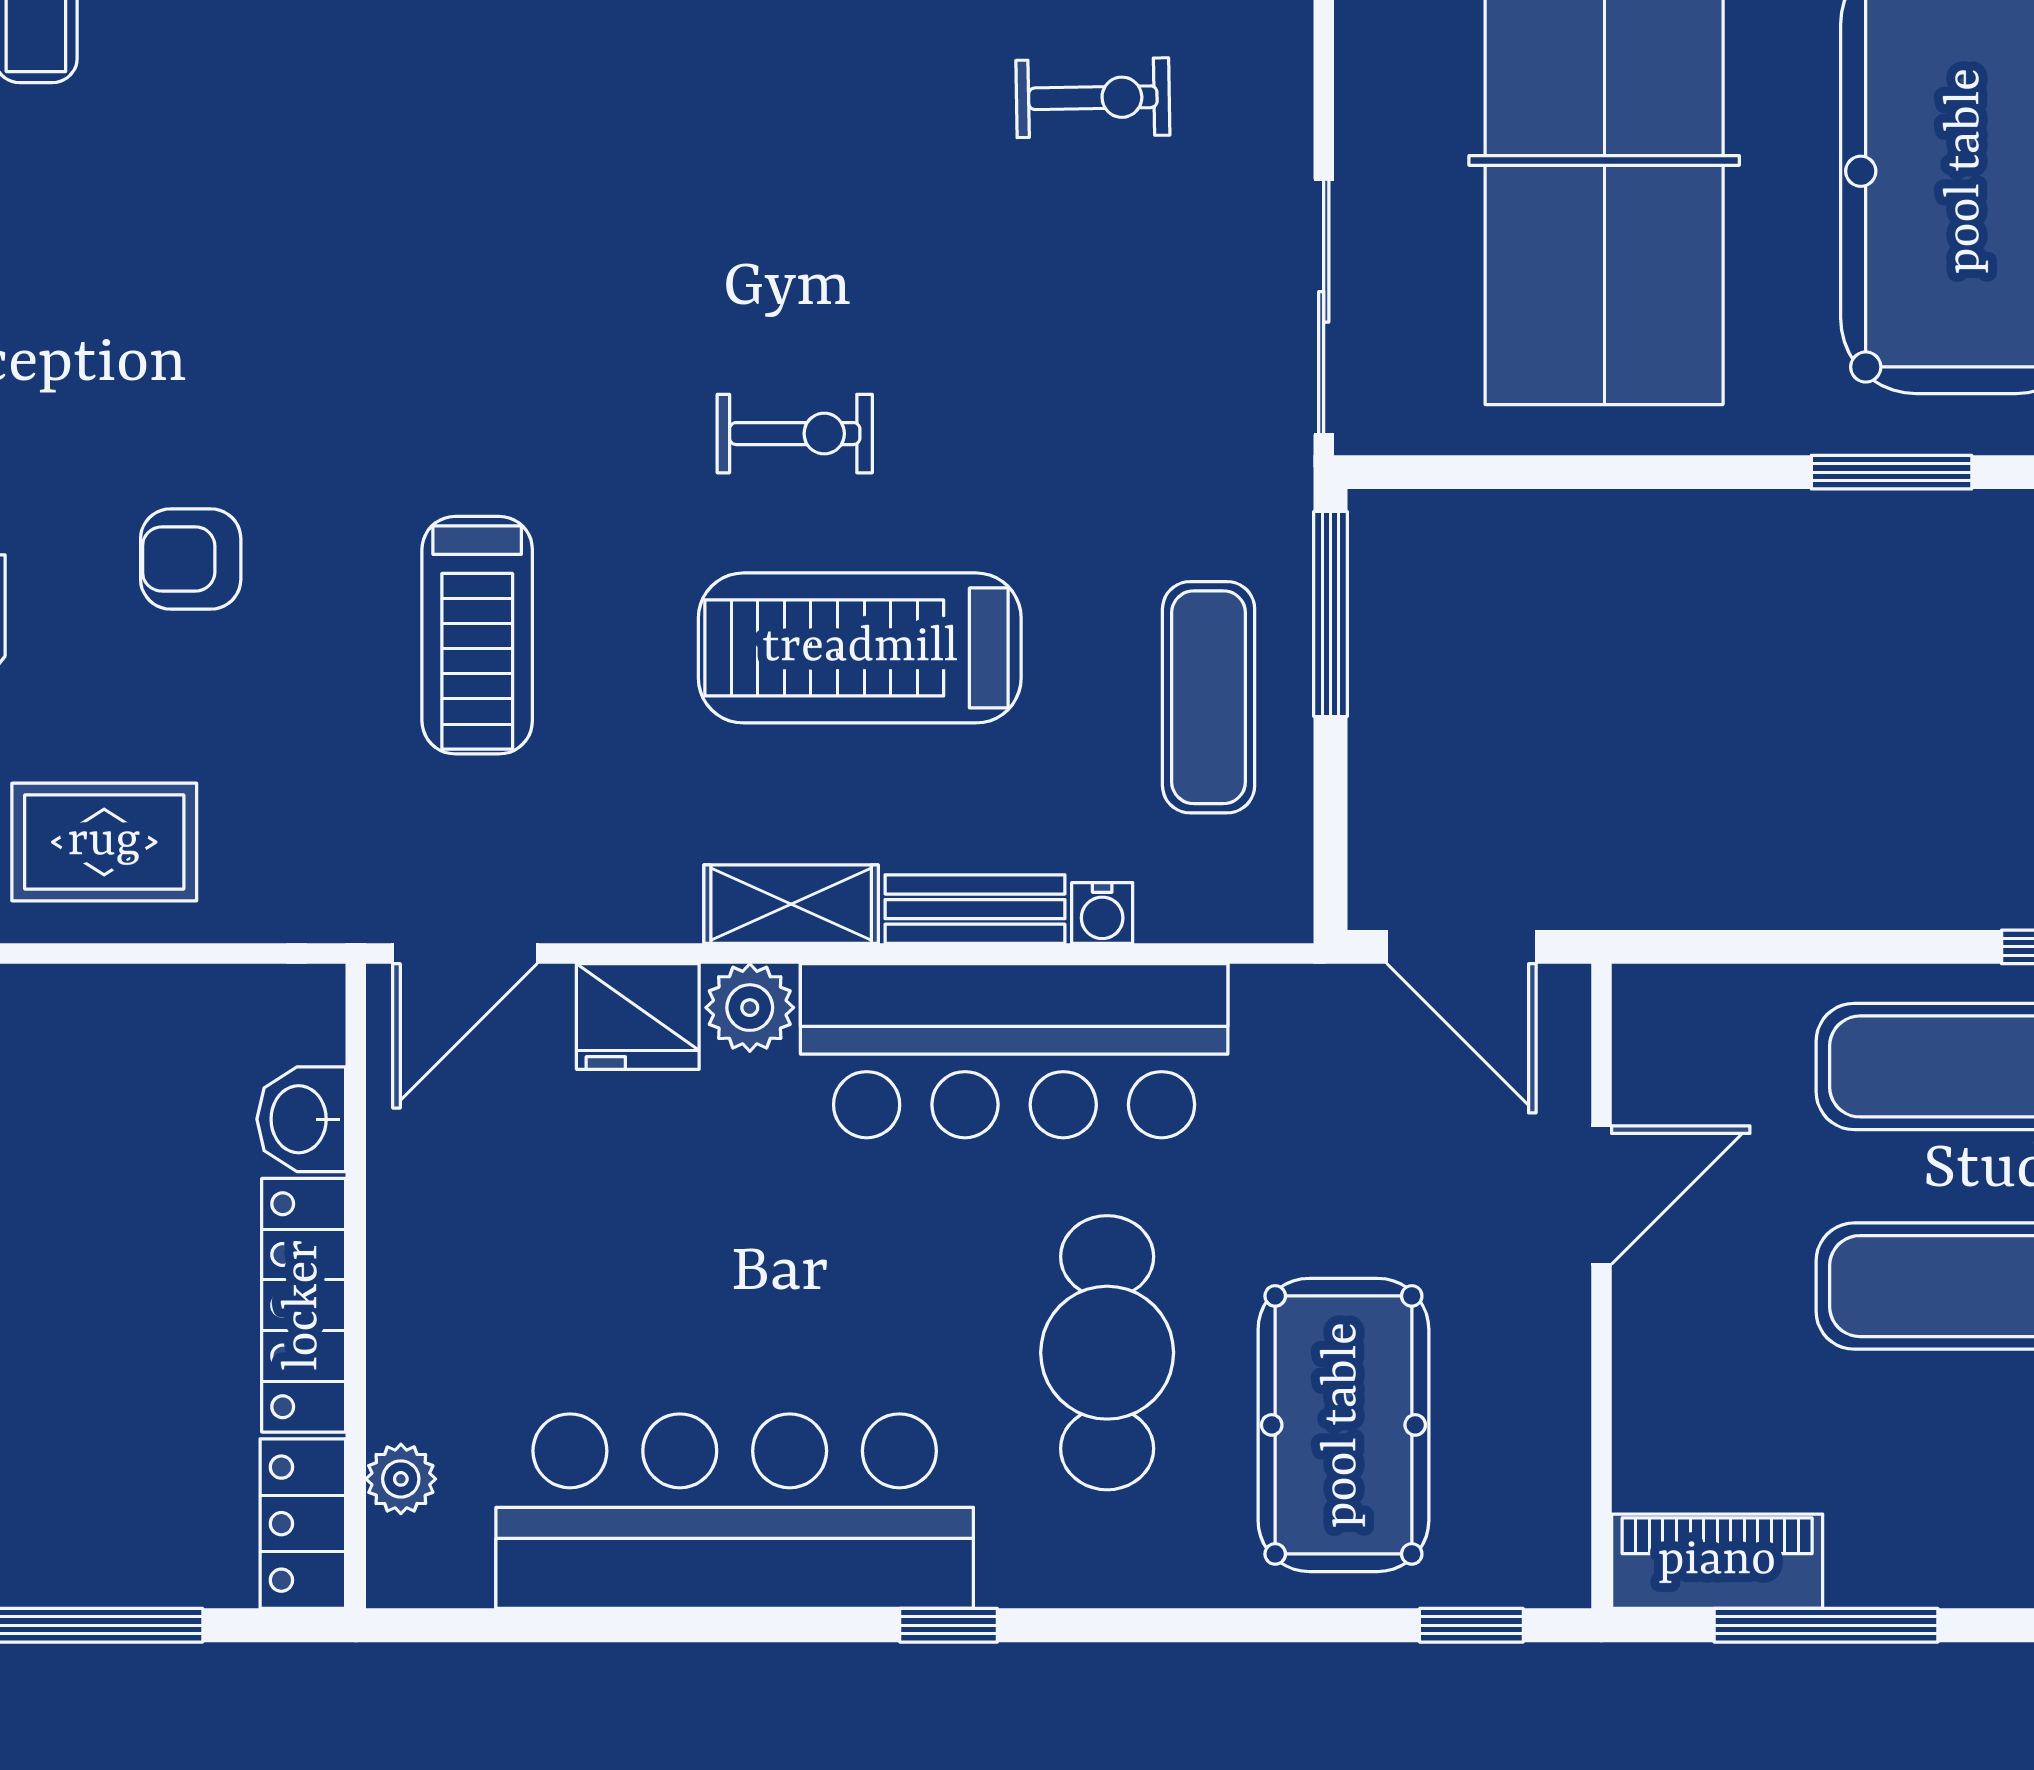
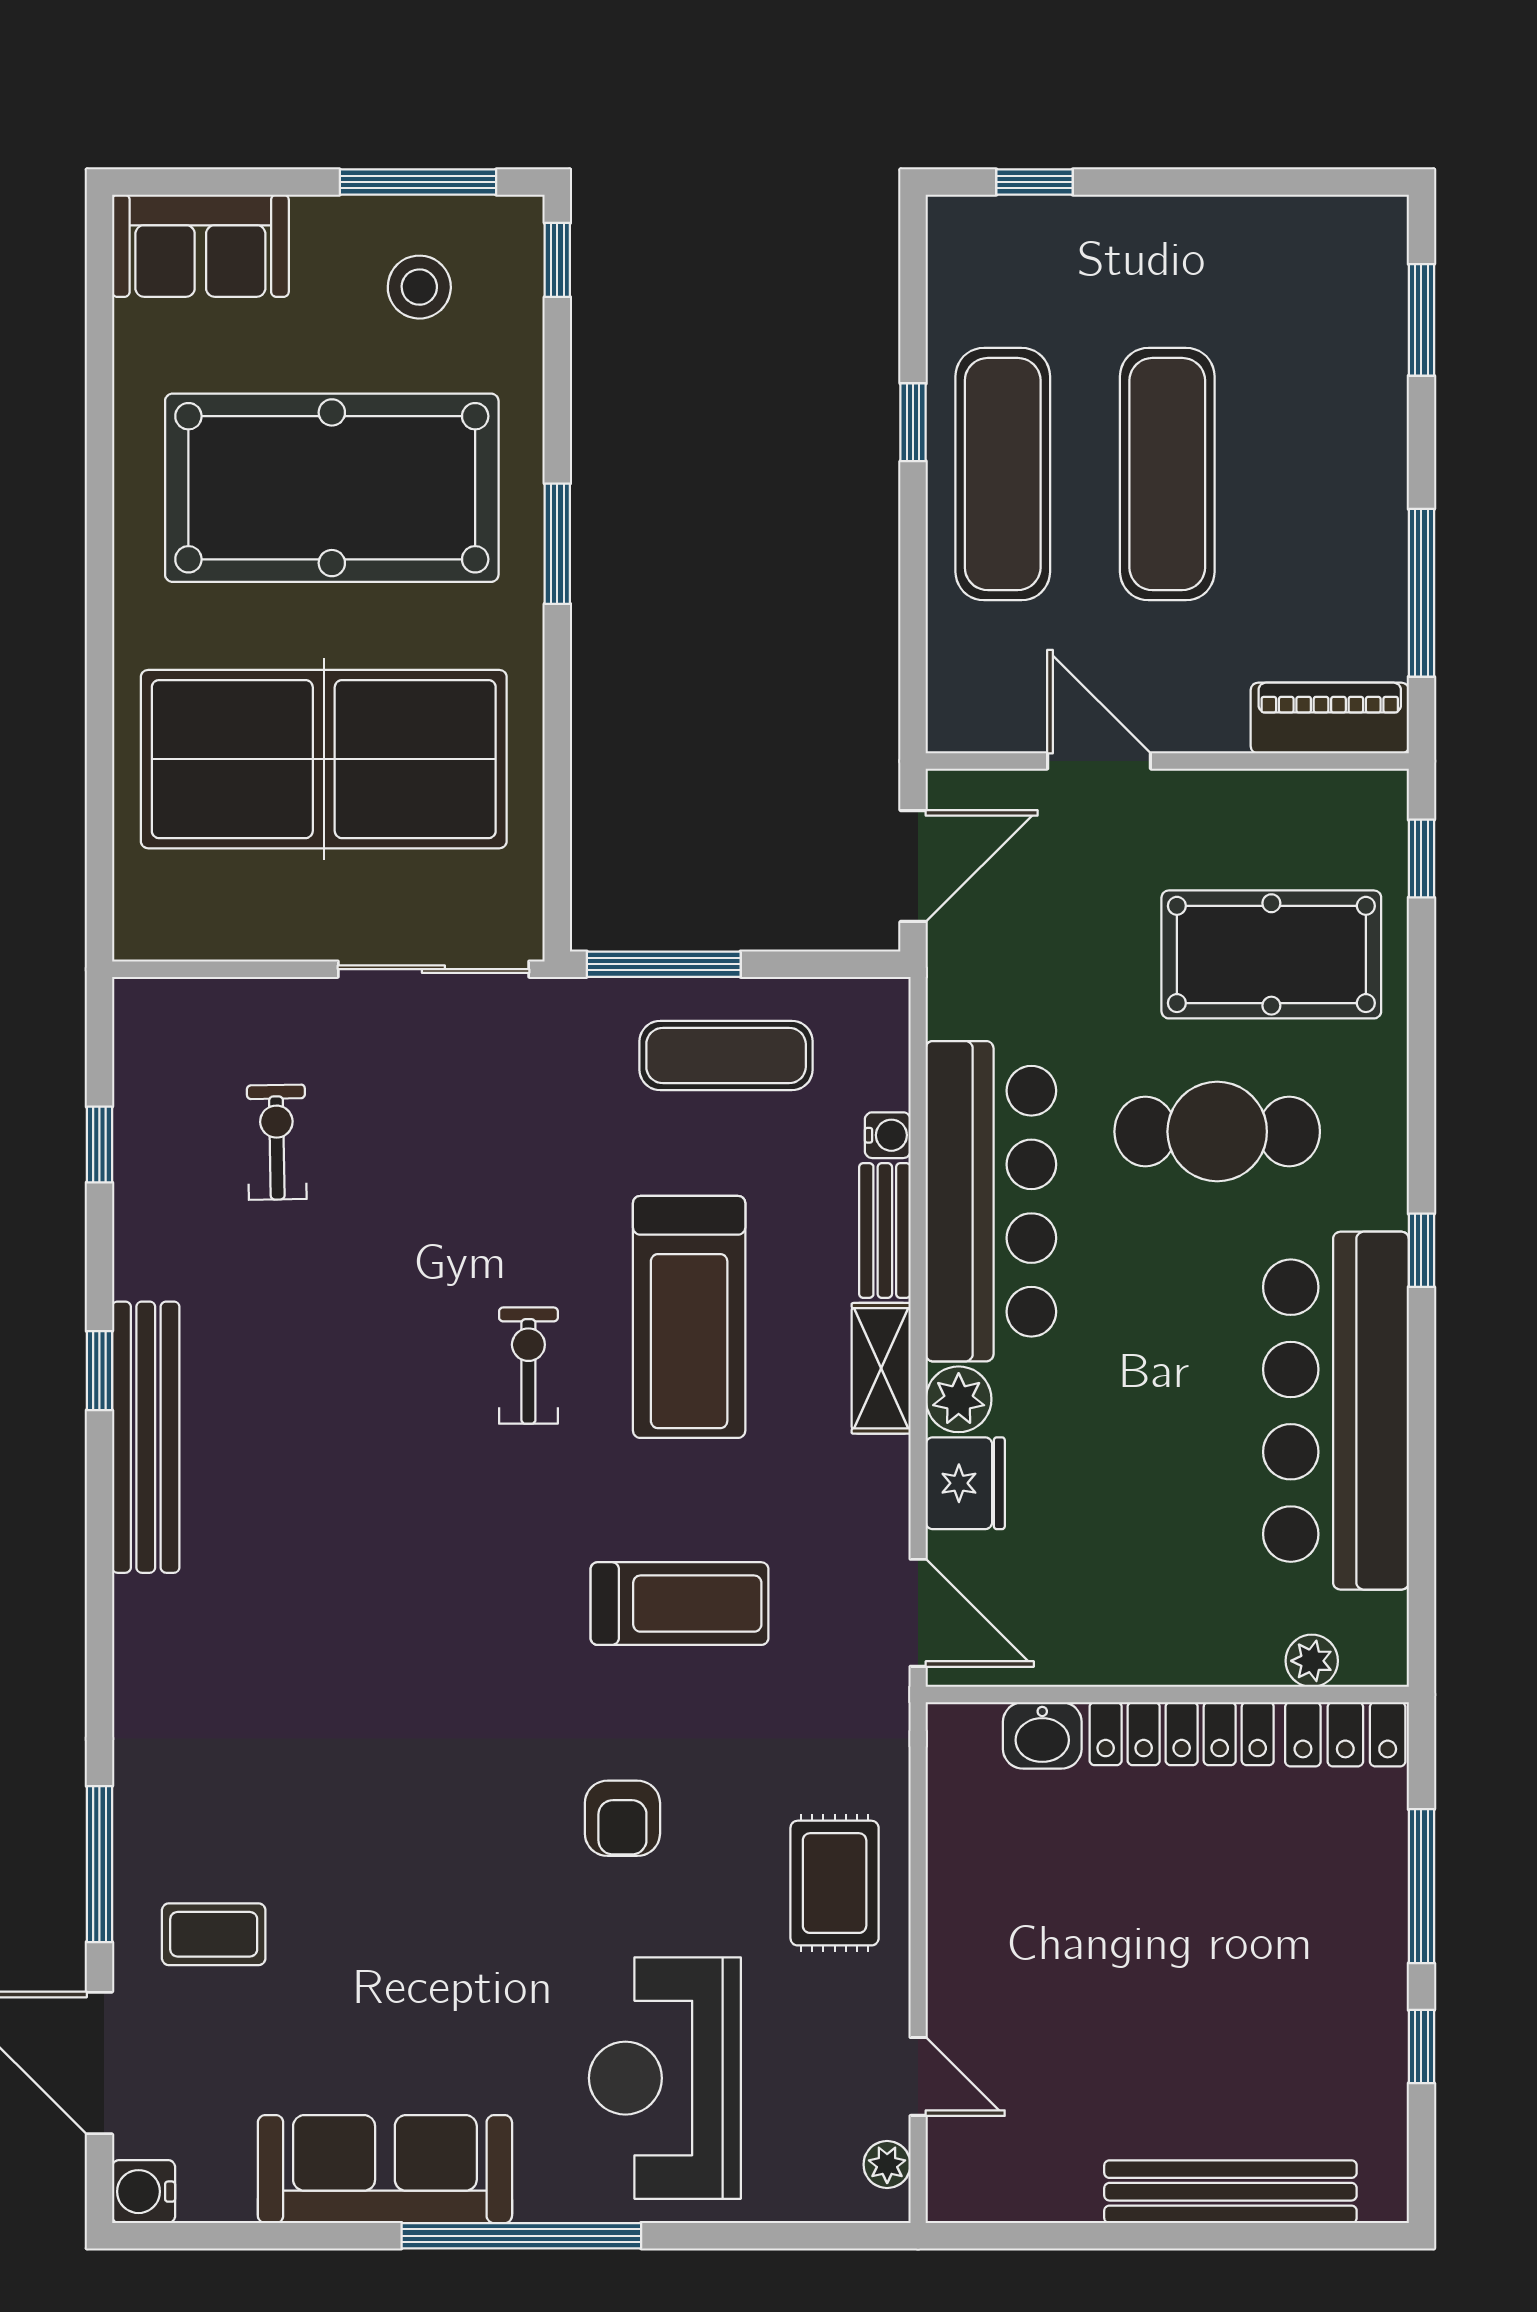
piano: (1717, 1561) -> (1330, 718), moved, turned 90

